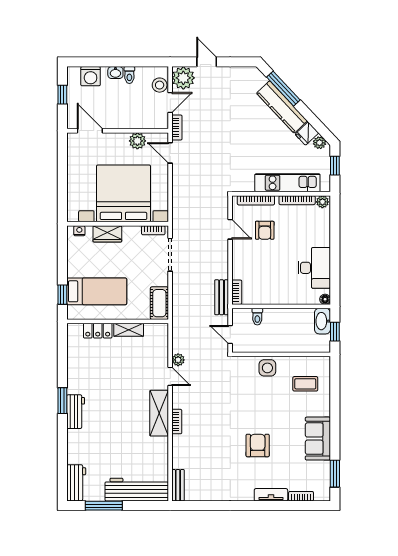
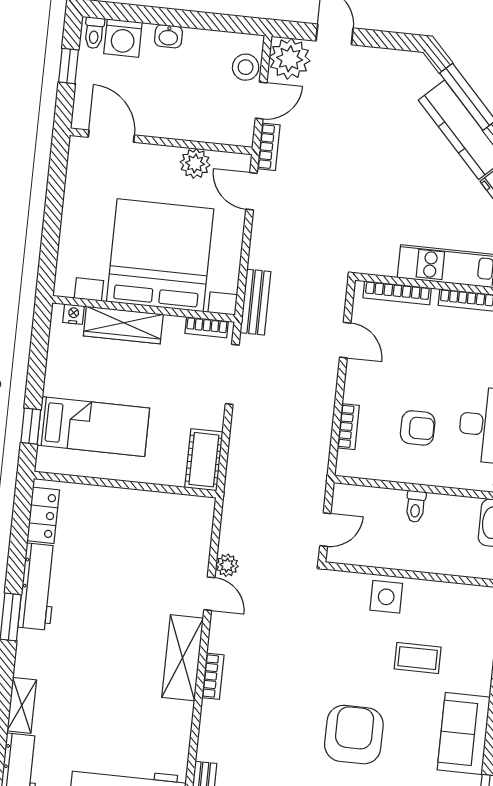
toilet: (129, 75) -> (94, 33), moved
armchair: (265, 230) -> (418, 428), moved, turned -90
wardrobe: (107, 234) -> (123, 325), width x1.50
bookcase: (237, 292) -> (348, 427), moved
bench: (222, 297) -> (255, 302), moved
toilet: (257, 317) -> (416, 507), moved
shelving: (129, 330) -> (22, 705), moved, turned 90
locker: (98, 331) -> (43, 515), moved, turned -90
door: (230, 335) -> (325, 530), swing flipped
coffee table: (305, 384) -> (418, 658), moved
workbench: (76, 412) -> (38, 587), moved, width x1.38
armchair: (258, 445) -> (354, 735), width x1.36, depth x1.36

